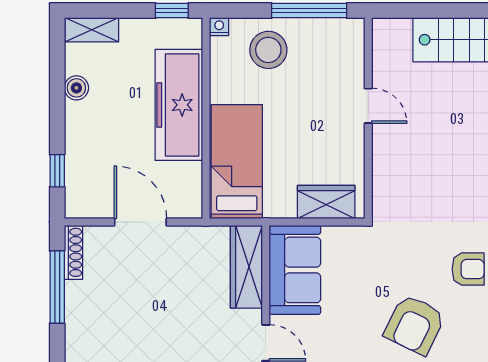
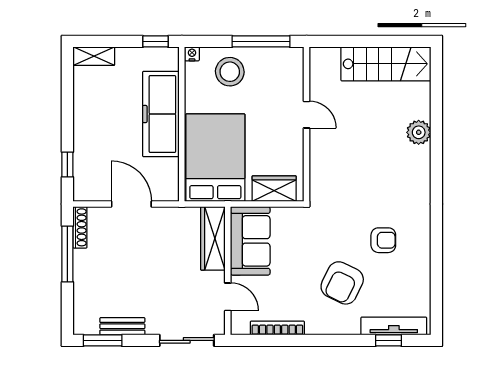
boiler: (76, 88) -> (82, 101), removed
bed: (237, 162) -> (215, 158), width x1.50

